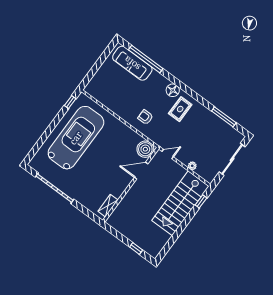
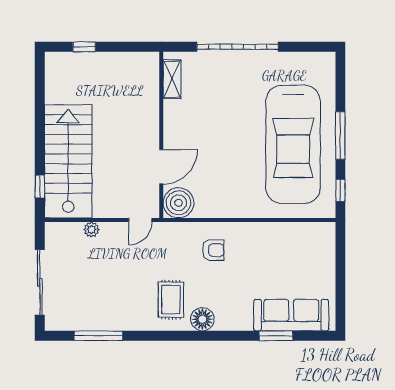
window: (146, 59) -> (276, 336), width x0.47
window: (52, 126) -> (340, 136), added
garage door: (54, 188) -> (238, 47), moved

